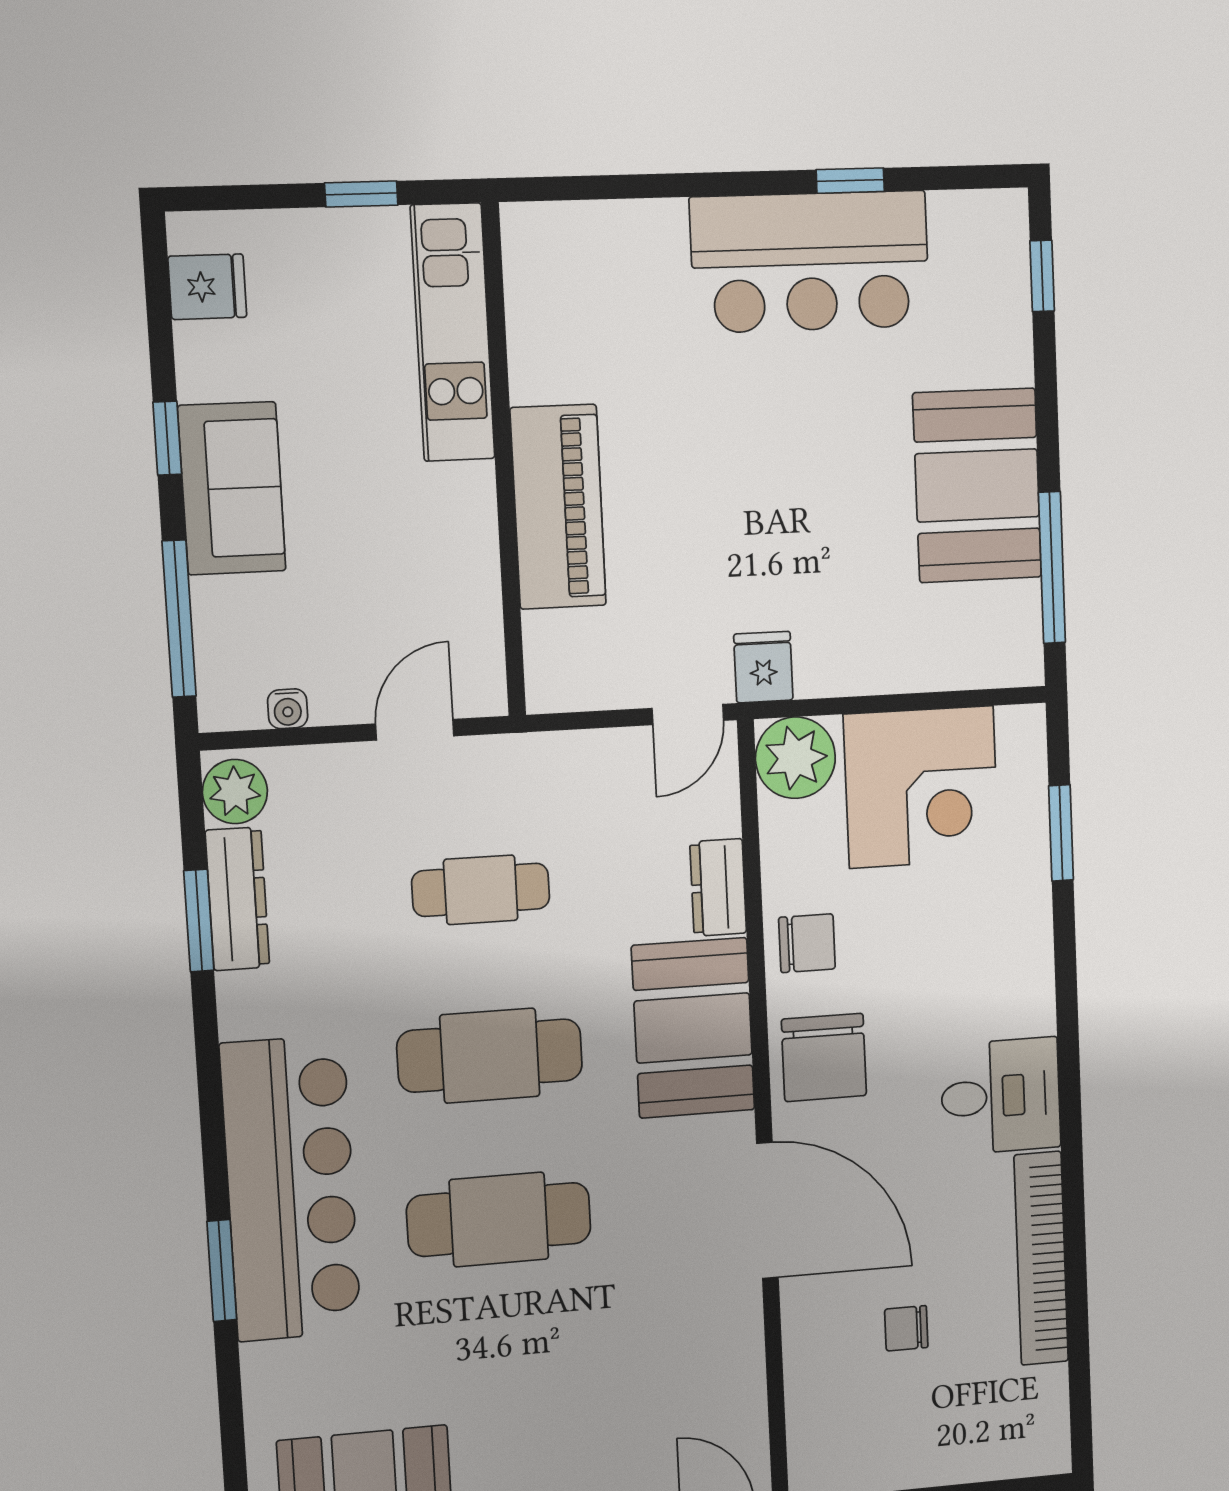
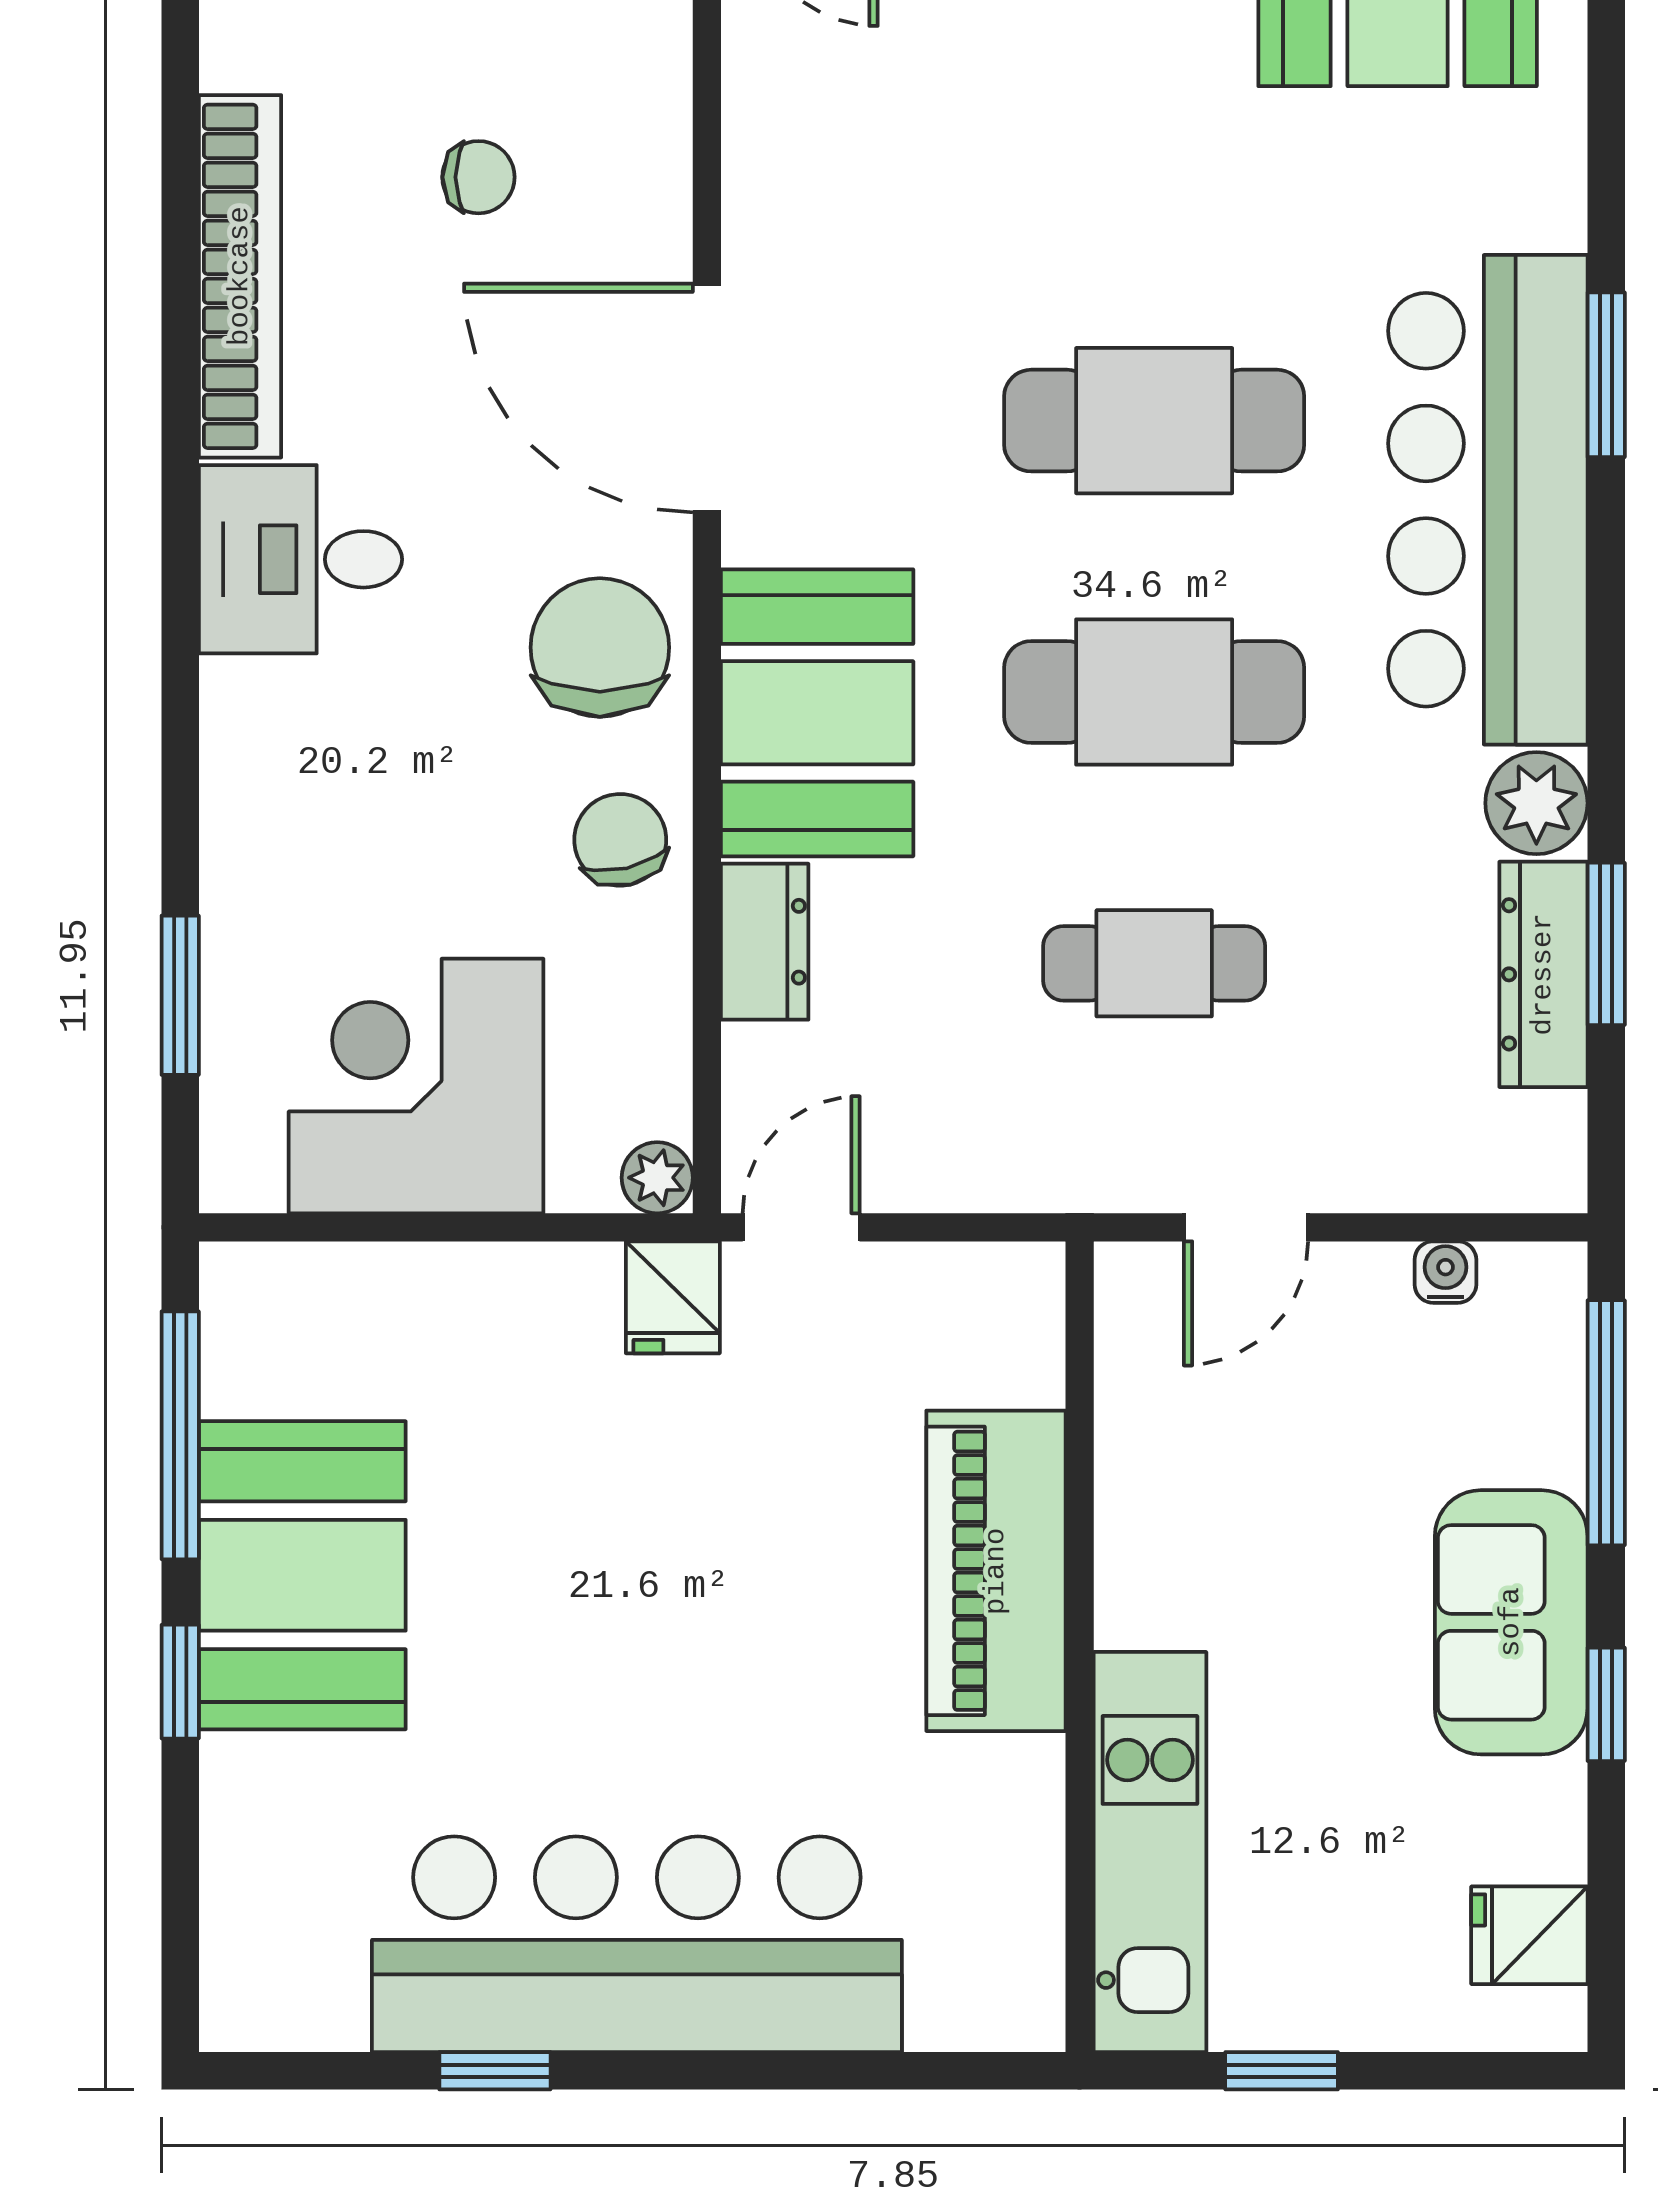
bar counter: (810, 262) -> (637, 1944), width x1.36
window: (1042, 276) -> (180, 1682), moved
plant: (795, 758) -> (657, 1178), width x0.53, depth x0.53
plant: (235, 792) -> (1536, 803), moved
chair: (807, 943) -> (620, 840), turned 77

